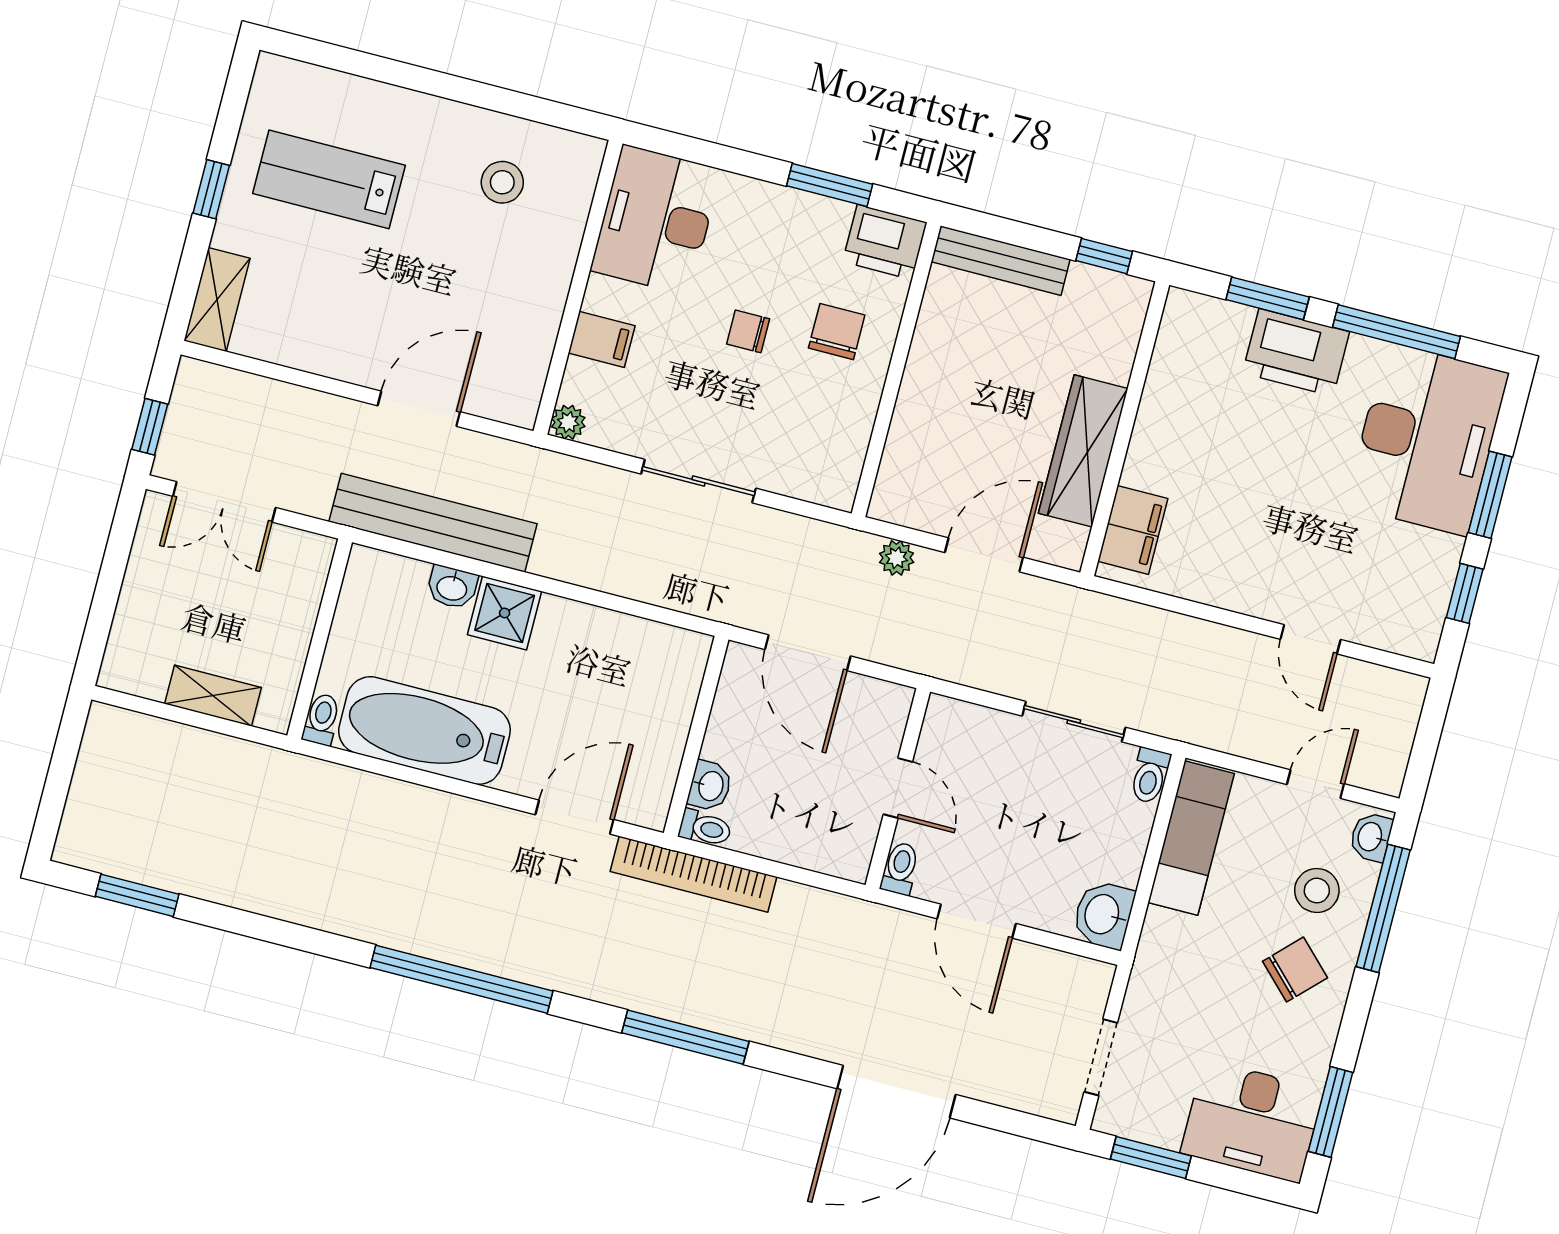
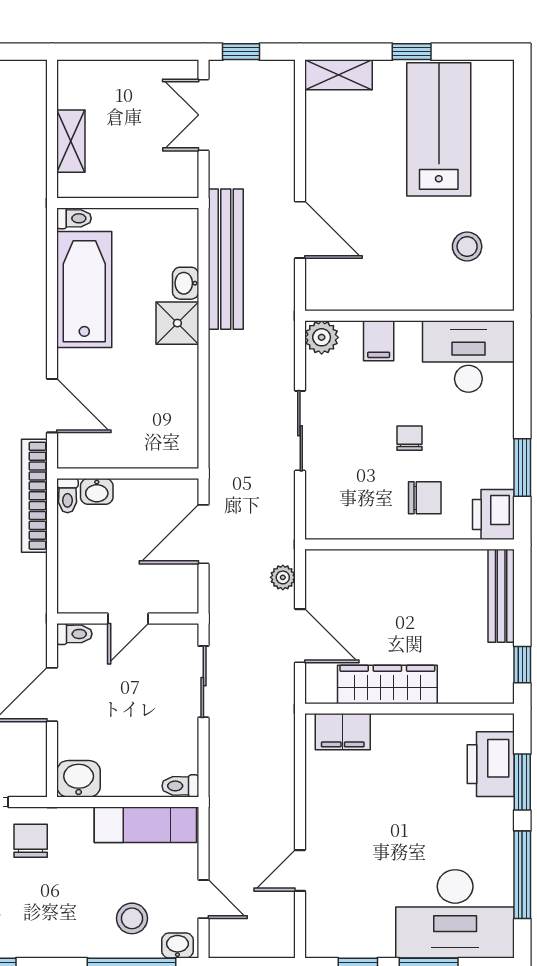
lab bench: (329, 179) -> (439, 129), width x1.36, depth x1.39
printer: (1296, 352) -> (491, 764), moved
plant: (568, 422) -> (322, 337), width x1.38, depth x1.38
sliding door: (1074, 722) -> (203, 682), moved
chair: (1295, 970) -> (31, 841), moved, turned -135

